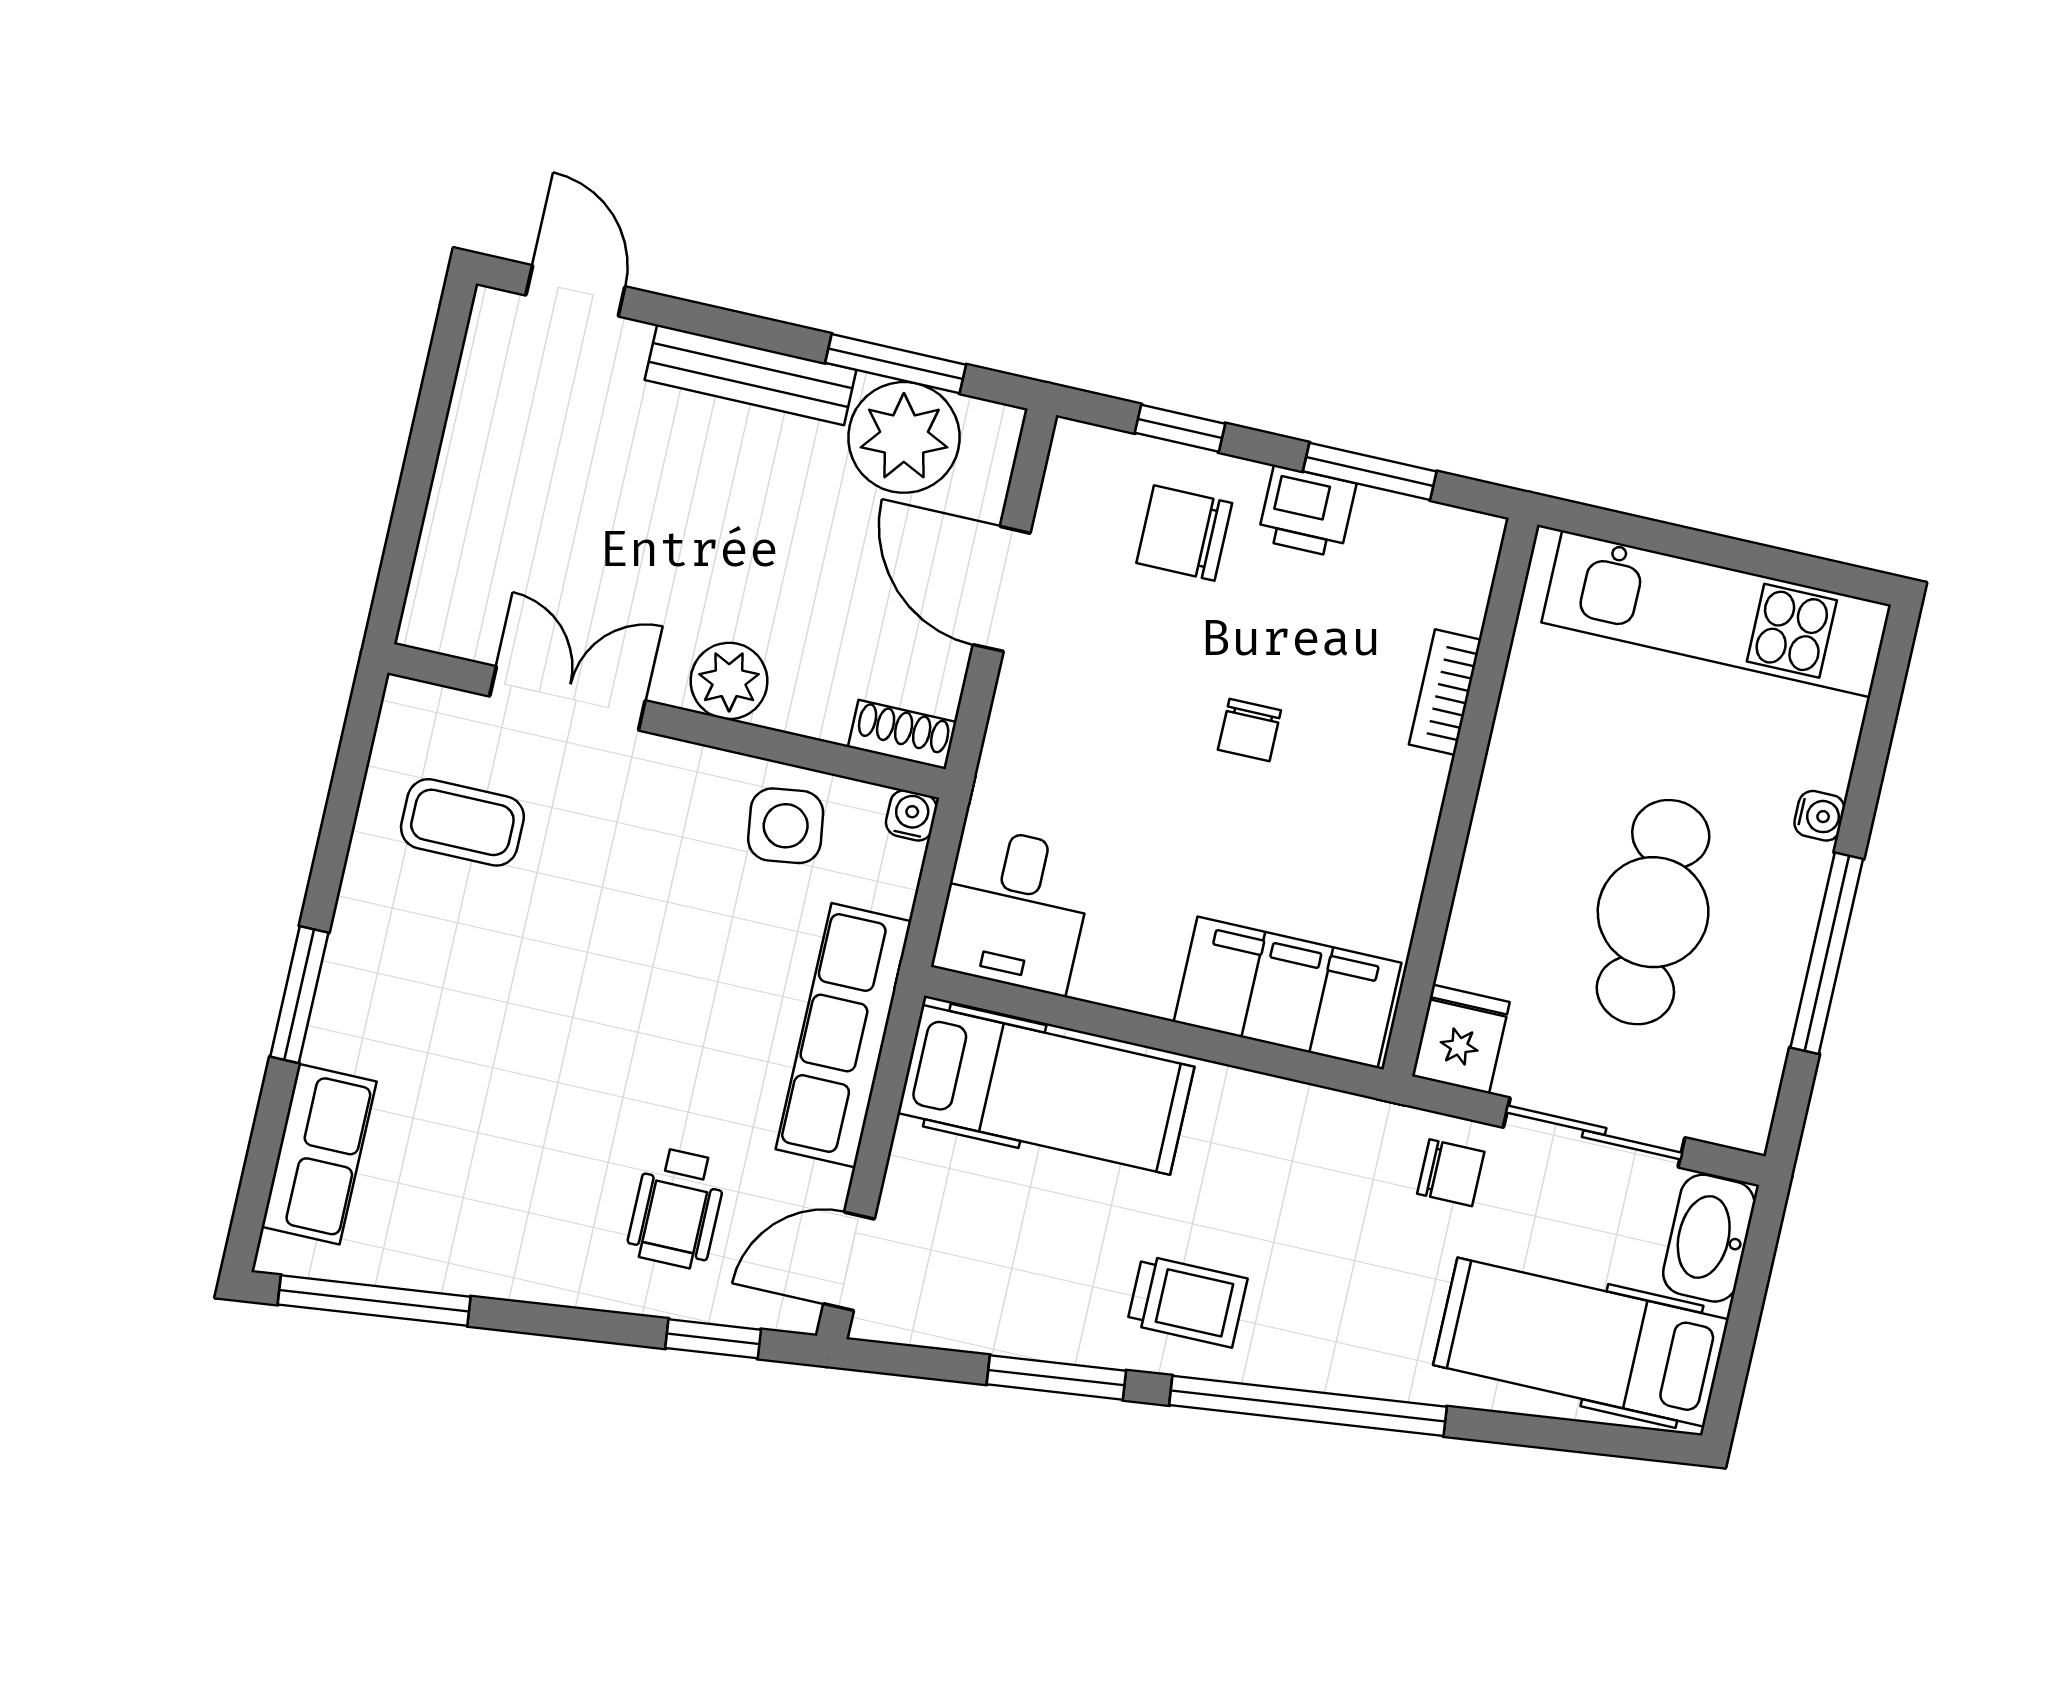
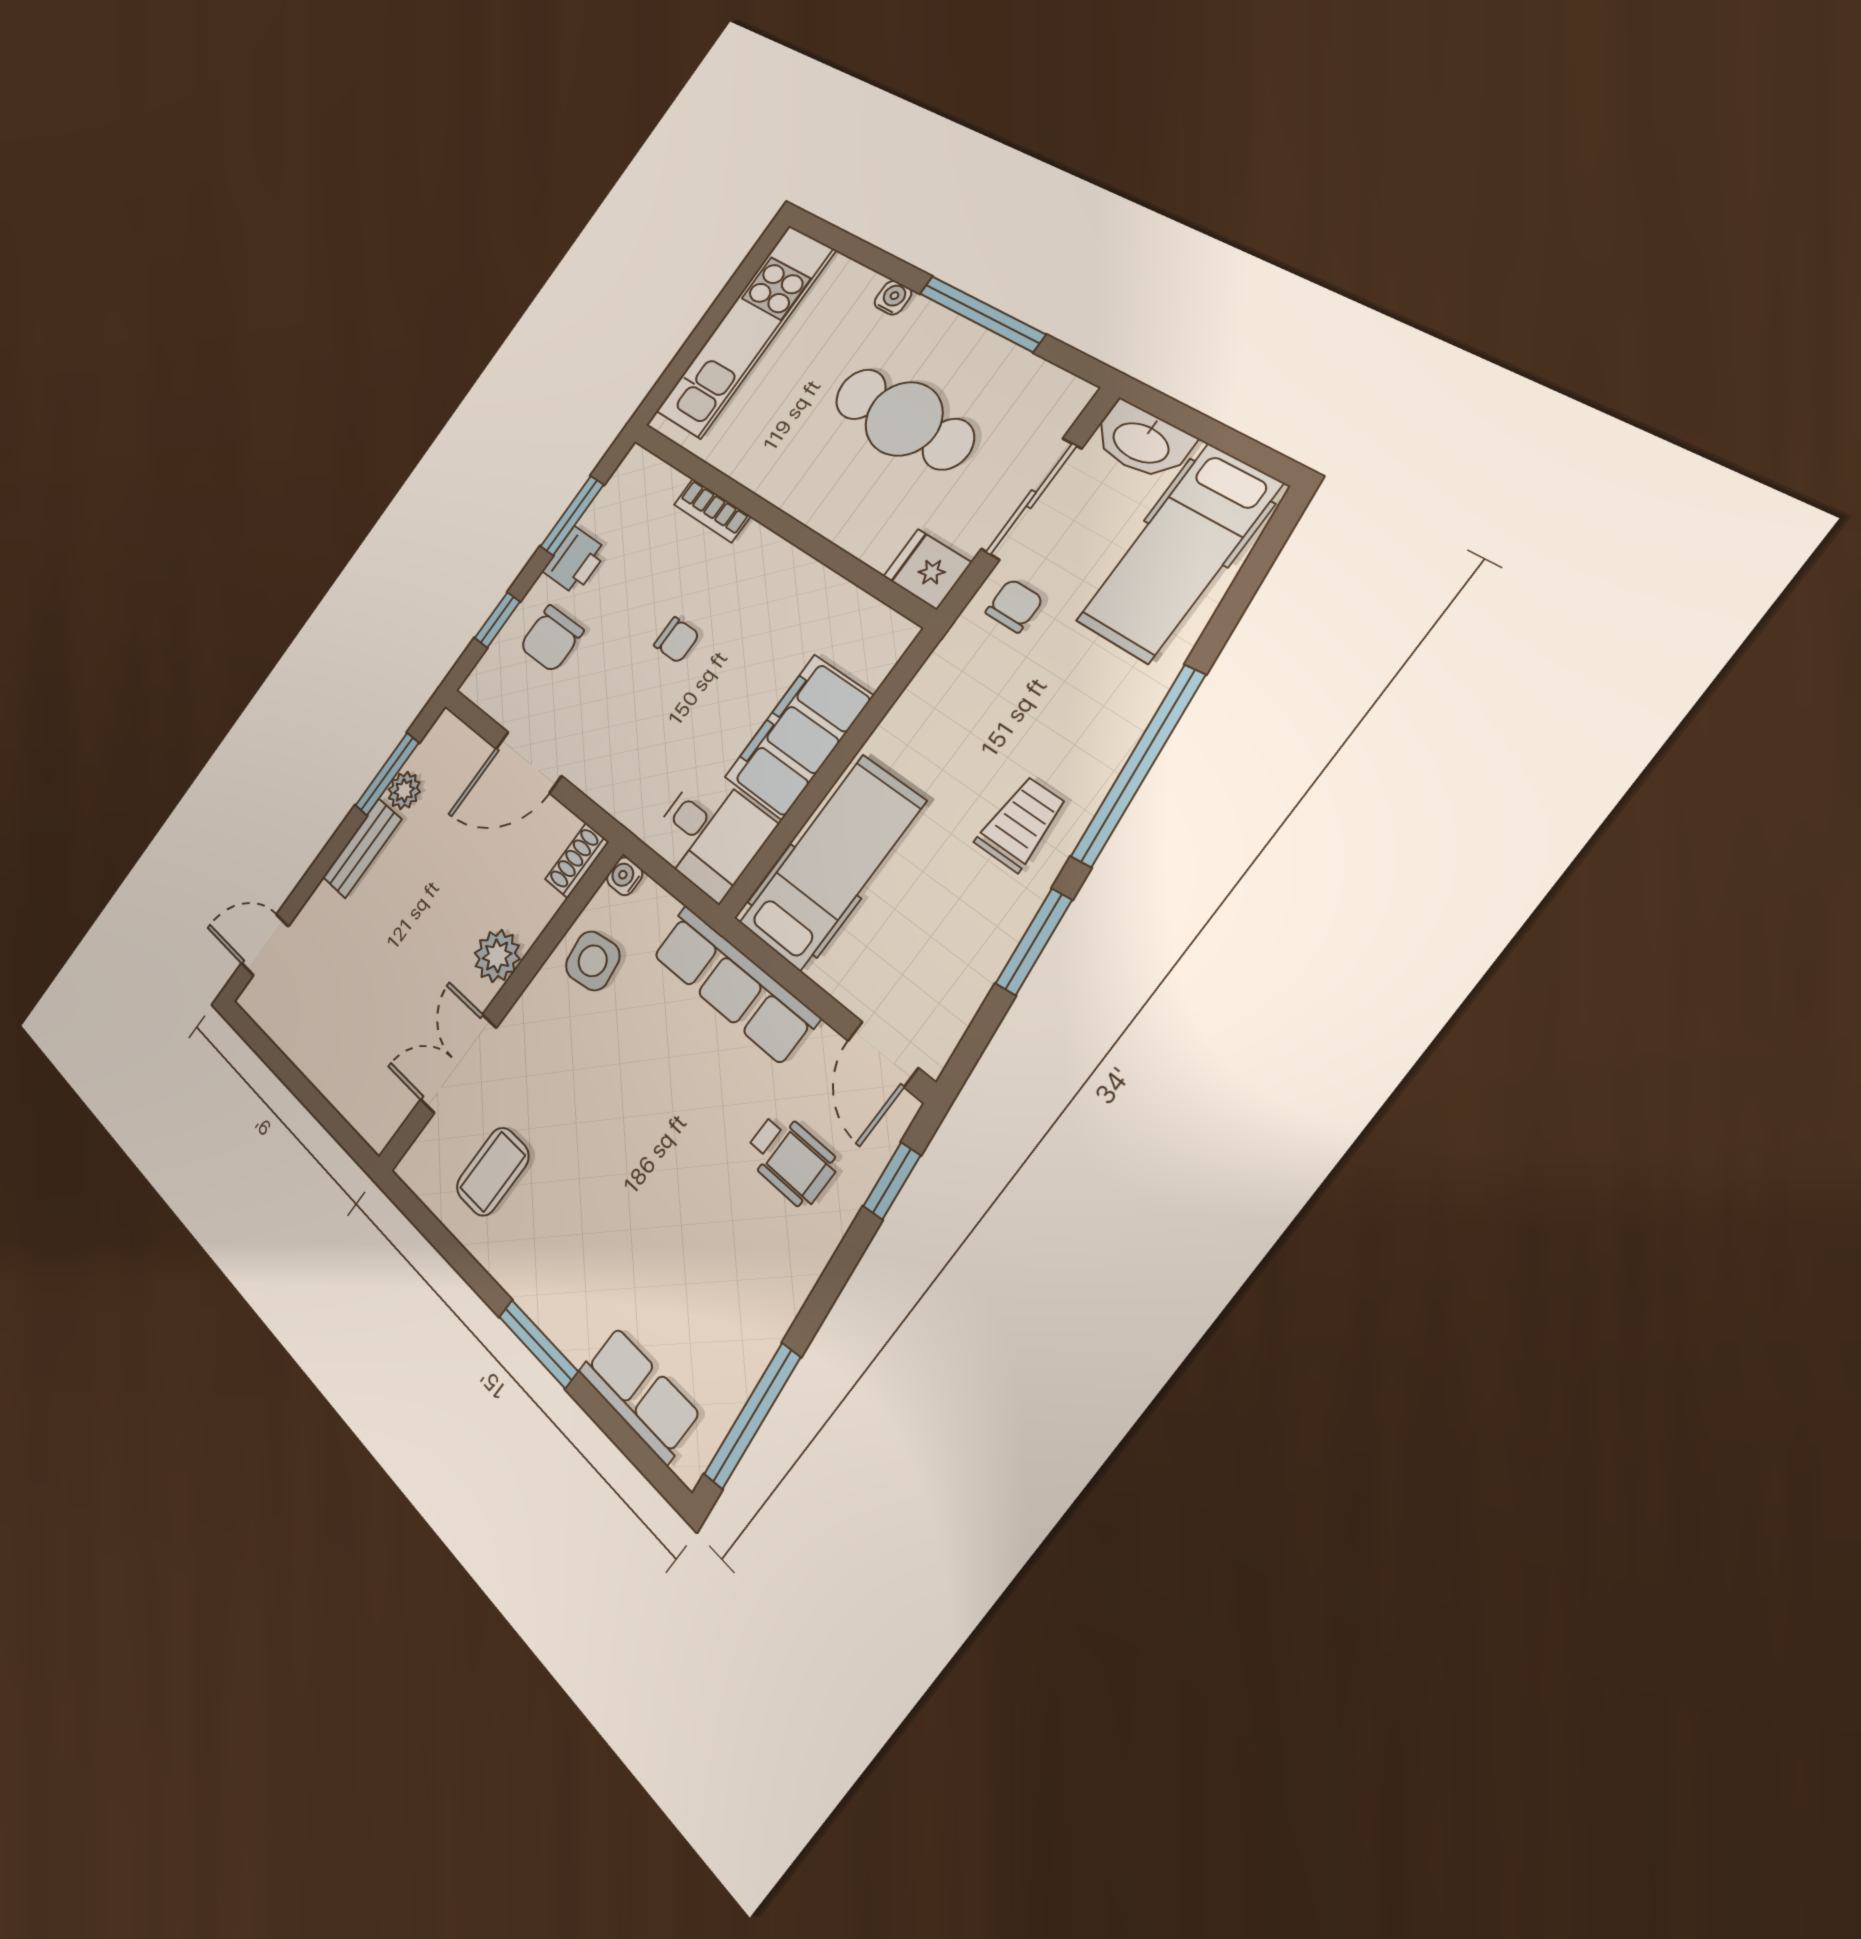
bench: (751, 375) -> (362, 848), width x0.73
plant: (904, 437) -> (404, 791), width x0.53, depth x0.53
filing cabinet: (1287, 992) -> (798, 737), moved

